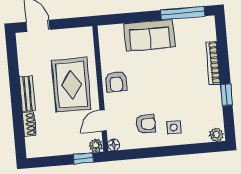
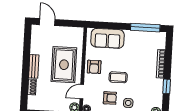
sofa: (150, 35) -> (108, 38), moved
coffee table: (153, 92) -> (118, 77), added

